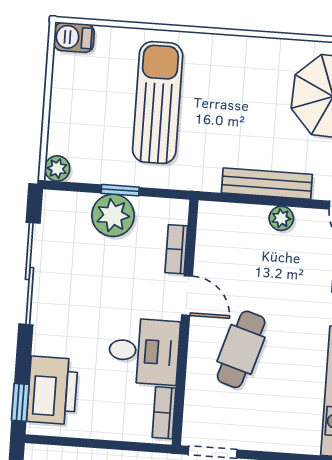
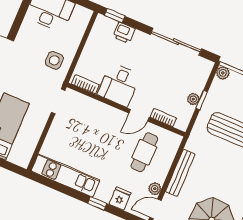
plant: (113, 215) -> (193, 99), width x0.53, depth x0.53
plant: (281, 218) -> (155, 189), moved
cafe table: (241, 349) -> (144, 152), moved, turned 75
printer: (52, 390) -> (124, 33), width x0.53, depth x0.68

